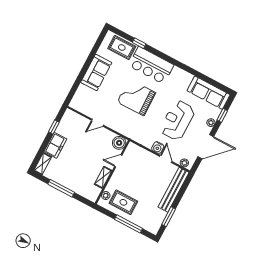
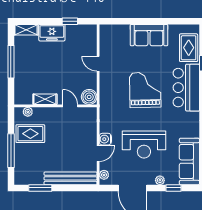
reception desk: (177, 120) -> (144, 145), turned 180
rug: (123, 202) -> (30, 134), turned 90

